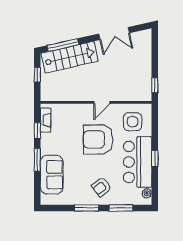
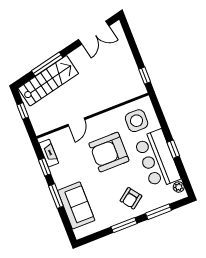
double door: (114, 33) -> (94, 33), moved
window: (63, 45) -> (47, 64), moved
door: (102, 102) -> (76, 122), moved

